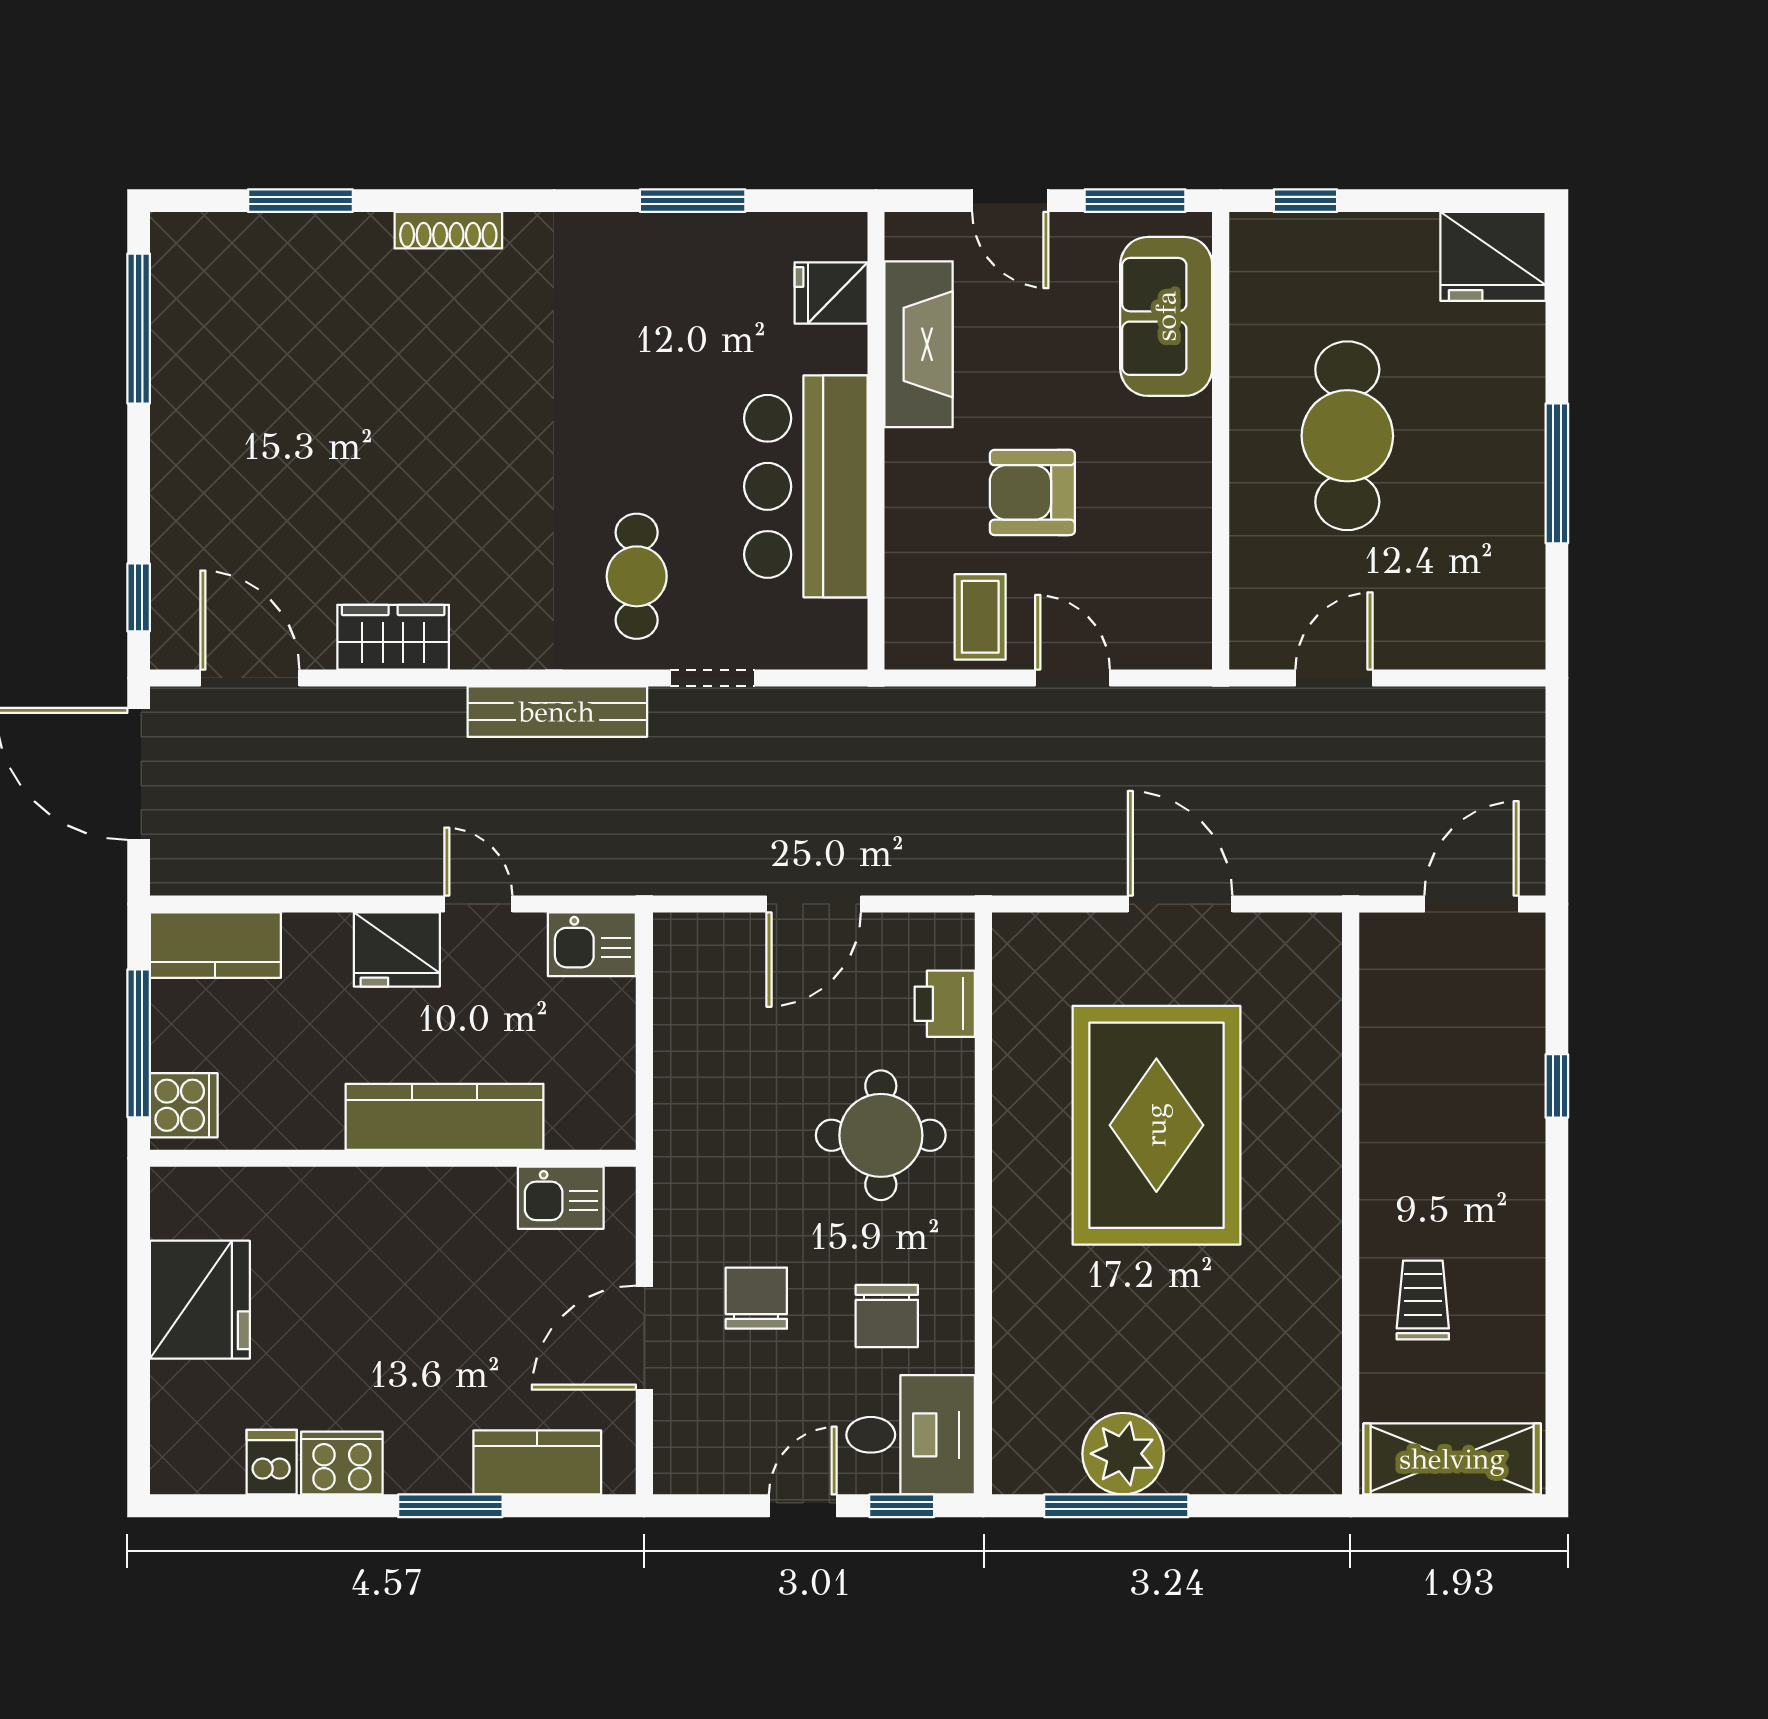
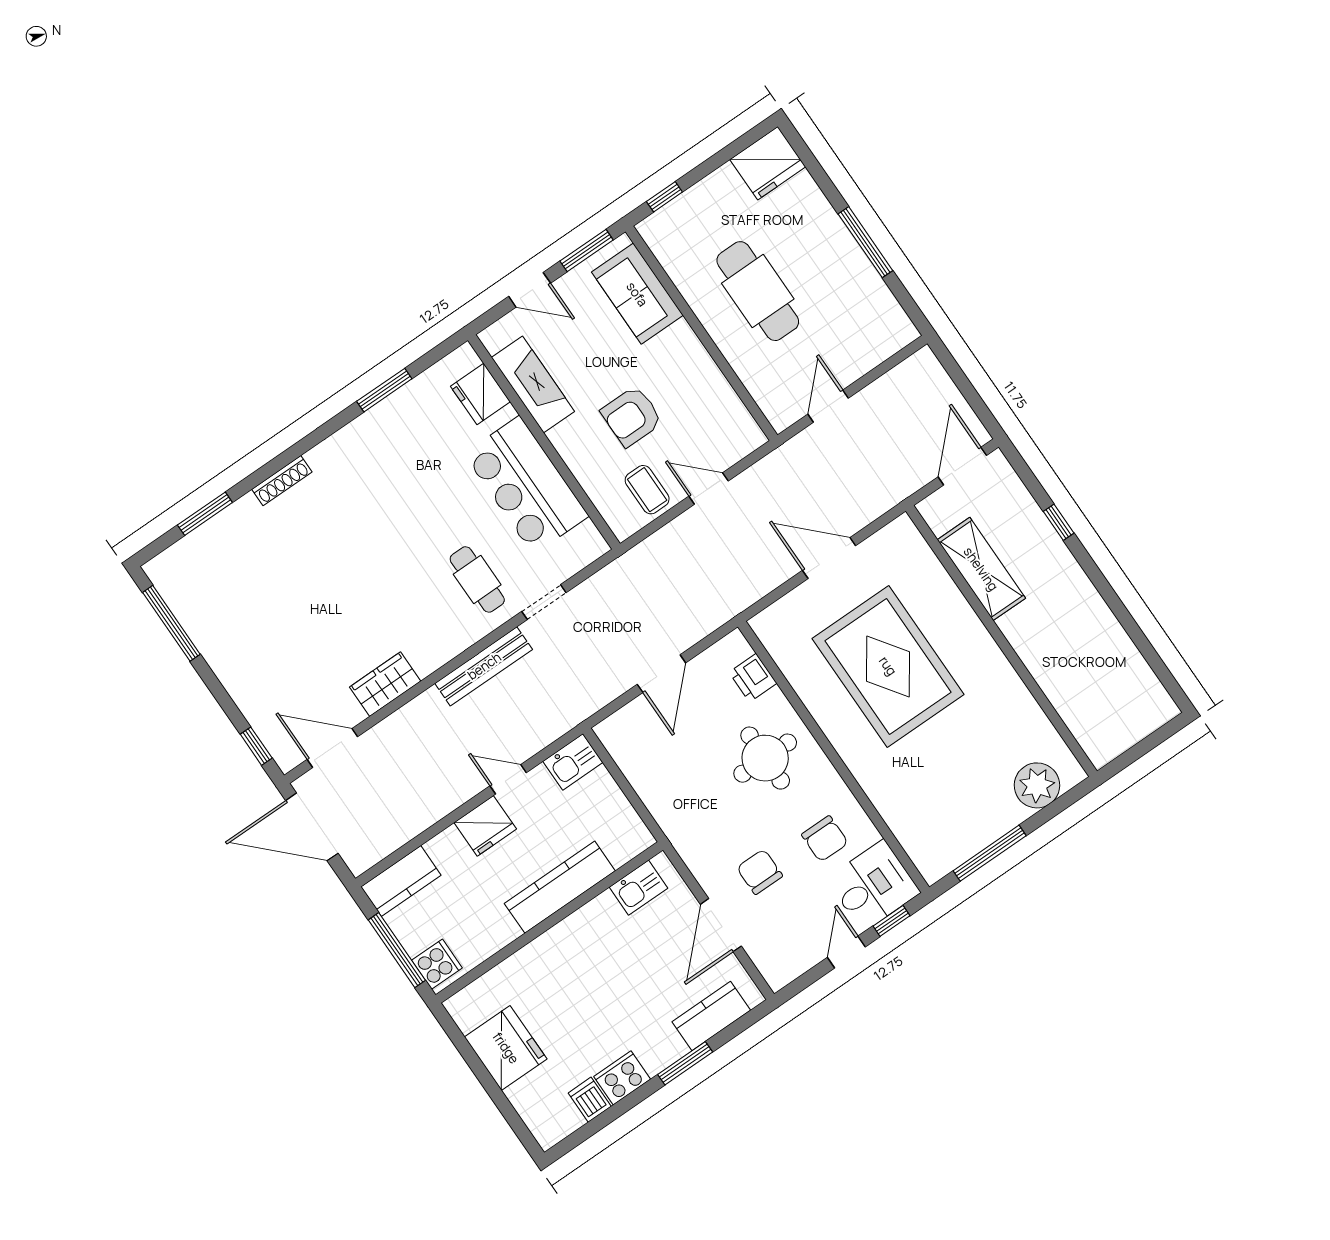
fridge: (831, 293) -> (480, 394), width x1.38
trolley: (1423, 1300) -> (1065, 662), removed
plant: (1123, 1454) -> (1037, 785), moved
shelving: (1452, 1459) -> (981, 569), moved, turned 90

